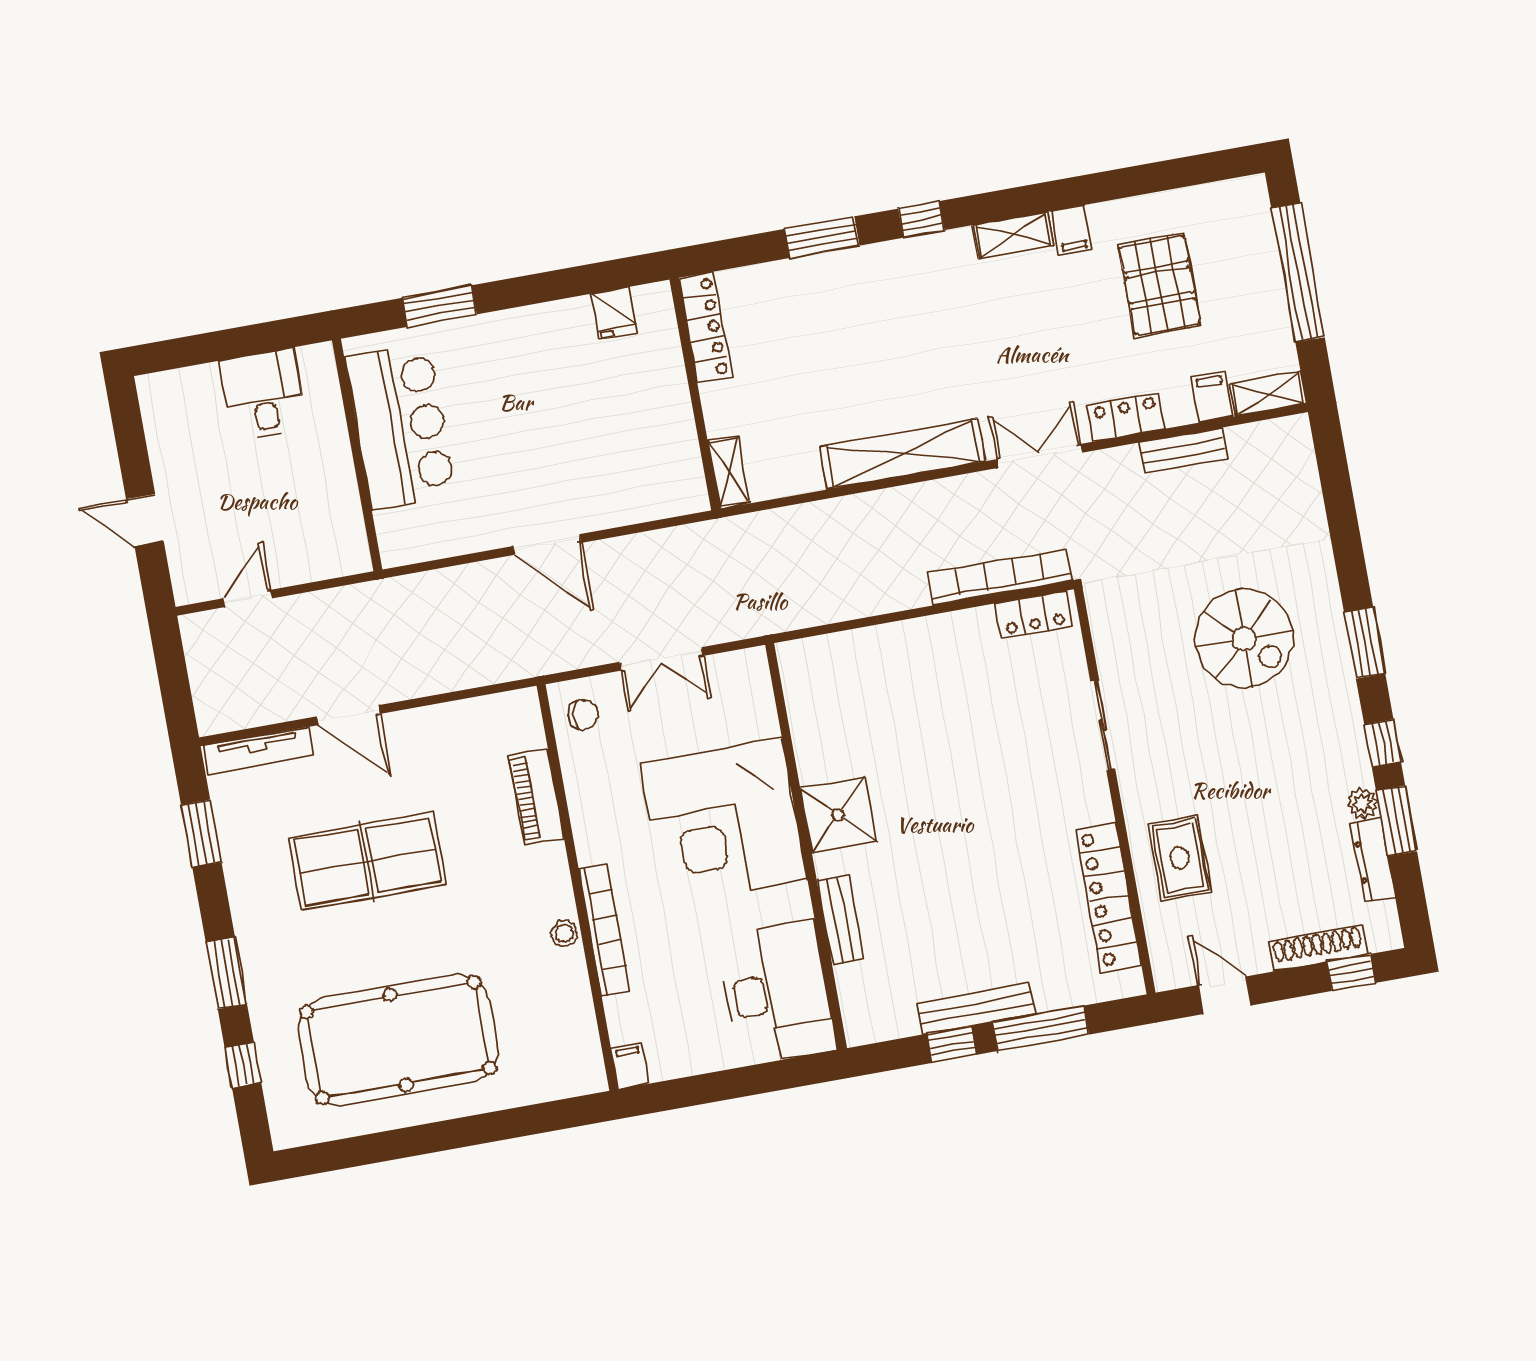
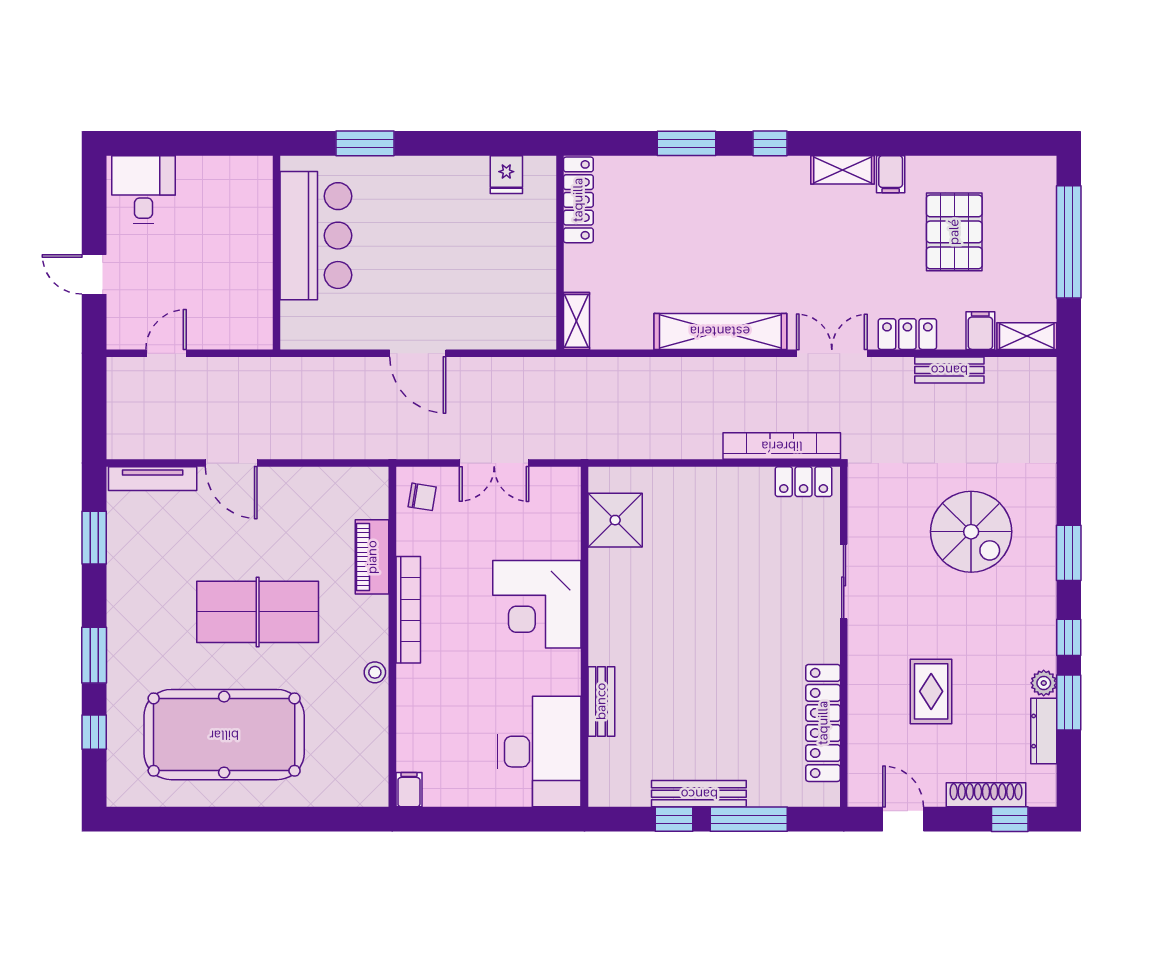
desk: (263, 395) -> (143, 190), moved
shower: (838, 815) -> (615, 520), moved
corner desk: (724, 821) -> (537, 604), width x0.74, depth x0.74
rug: (1180, 858) -> (931, 691), moved
table tennis table: (367, 861) -> (258, 612), moved
bookcase: (605, 930) -> (408, 610), moved

